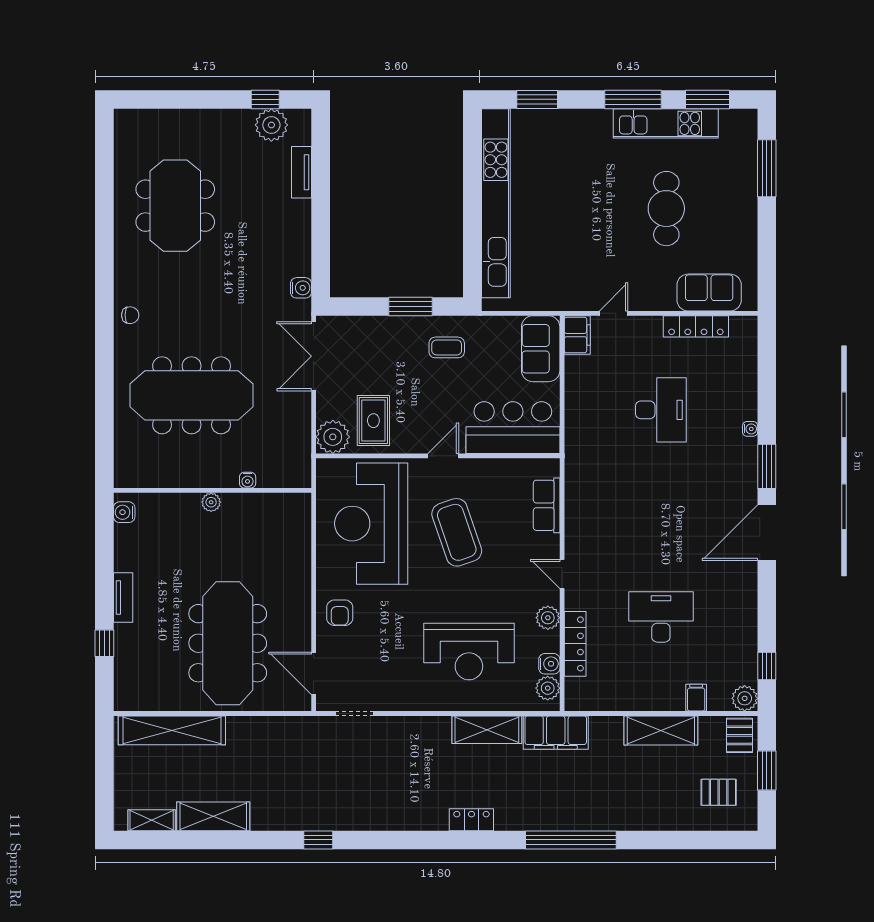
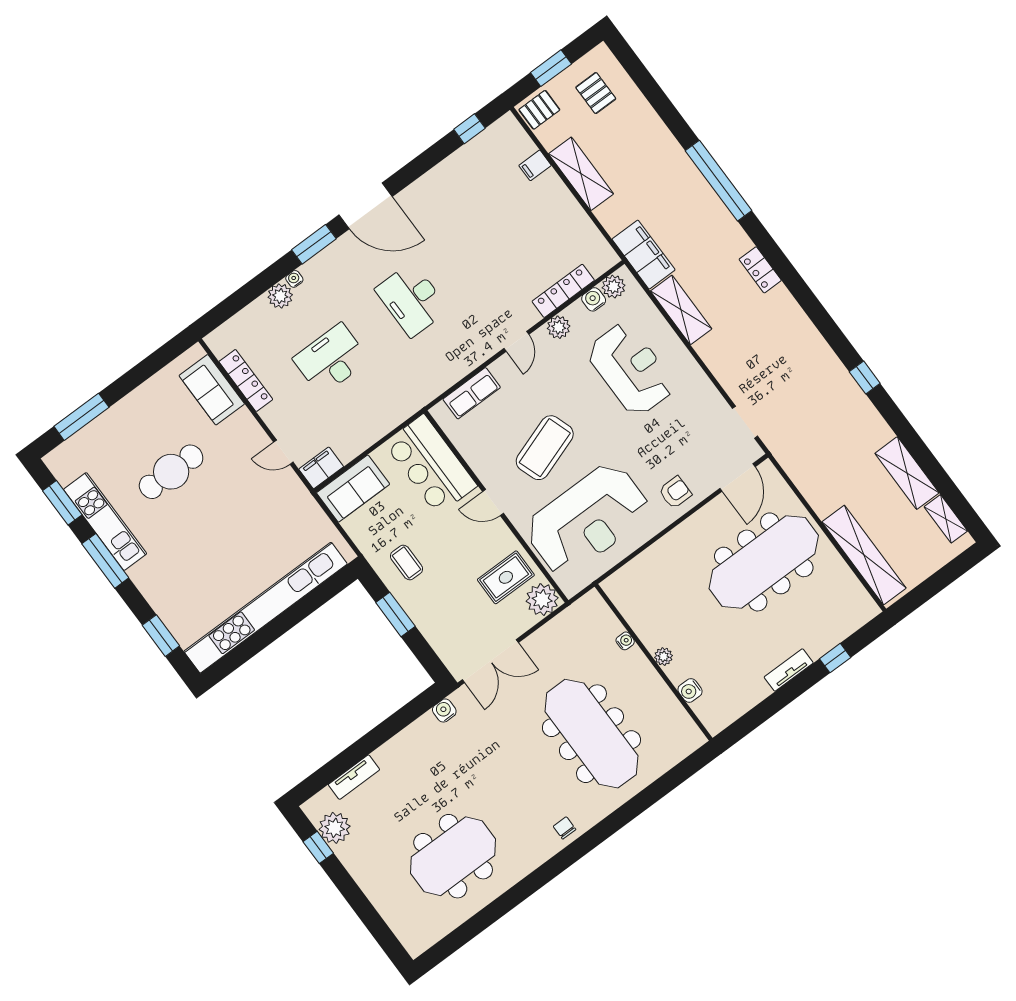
water cooler: (124, 512) -> (690, 690), moved, turned 90
desk: (661, 617) -> (412, 299), moved
plant: (745, 698) -> (280, 296), moved

